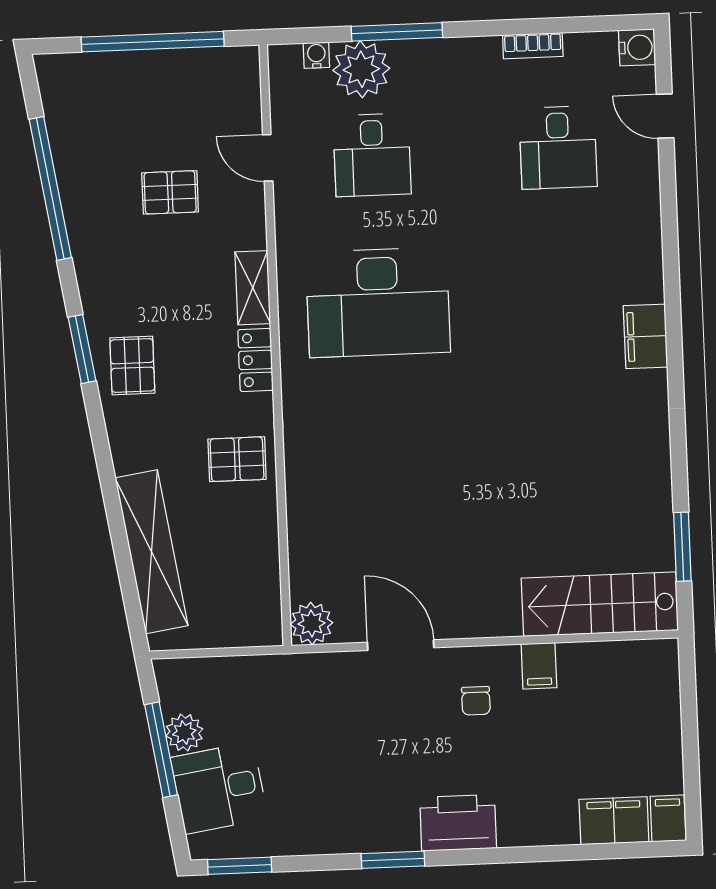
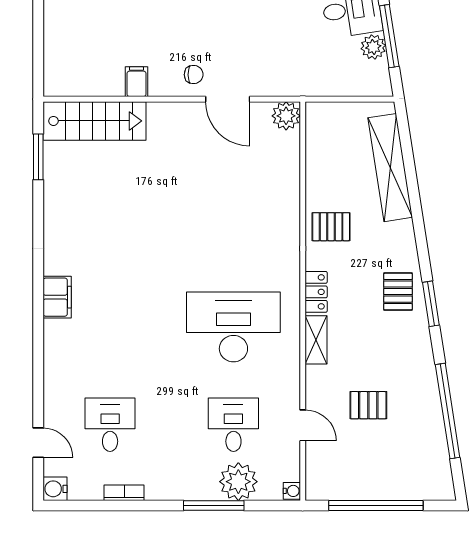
water cooler: (316, 55) -> (292, 491), moved, turned -90
chair: (476, 701) -> (194, 75), moved, turned 90

